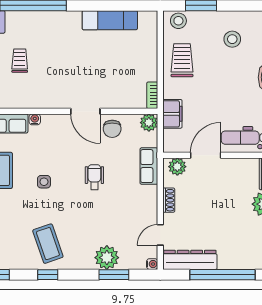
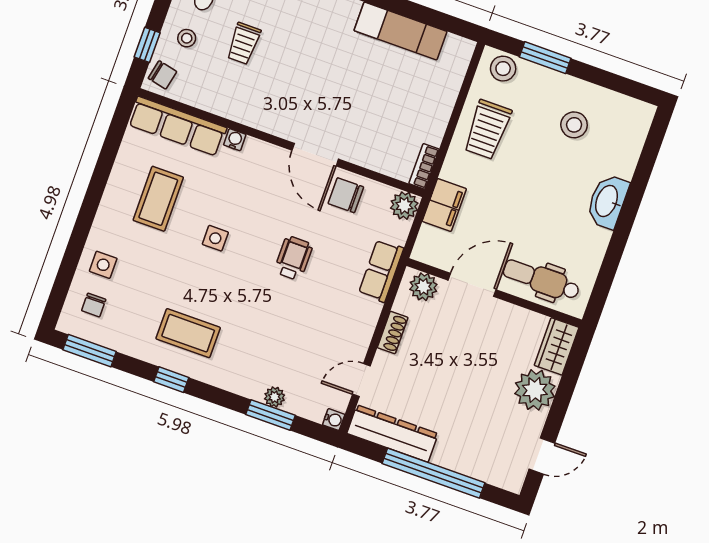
trolley: (182, 60) -> (487, 130), turned 180
trolley: (20, 61) -> (244, 44), turned 180
chair: (112, 129) -> (346, 195), turned 90
coffee table: (48, 244) -> (188, 333), turned -71
plant: (107, 258) -> (275, 397), width x0.53, depth x0.53

